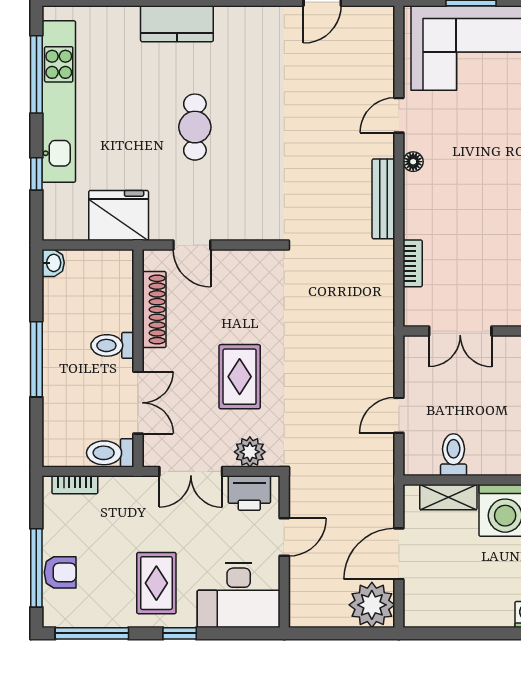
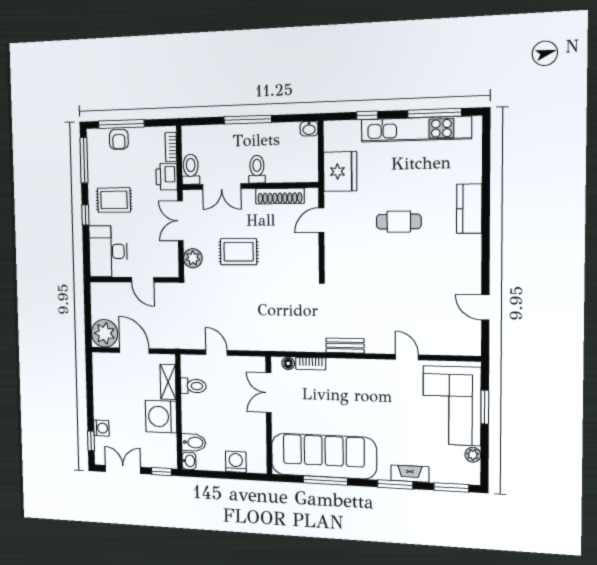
floor lamp: (413, 162) -> (288, 363), moved
bench: (383, 199) -> (345, 346), width x0.73
printer: (249, 493) -> (167, 177), moved

